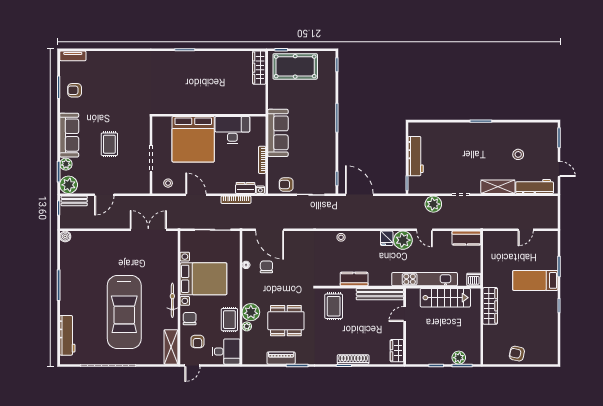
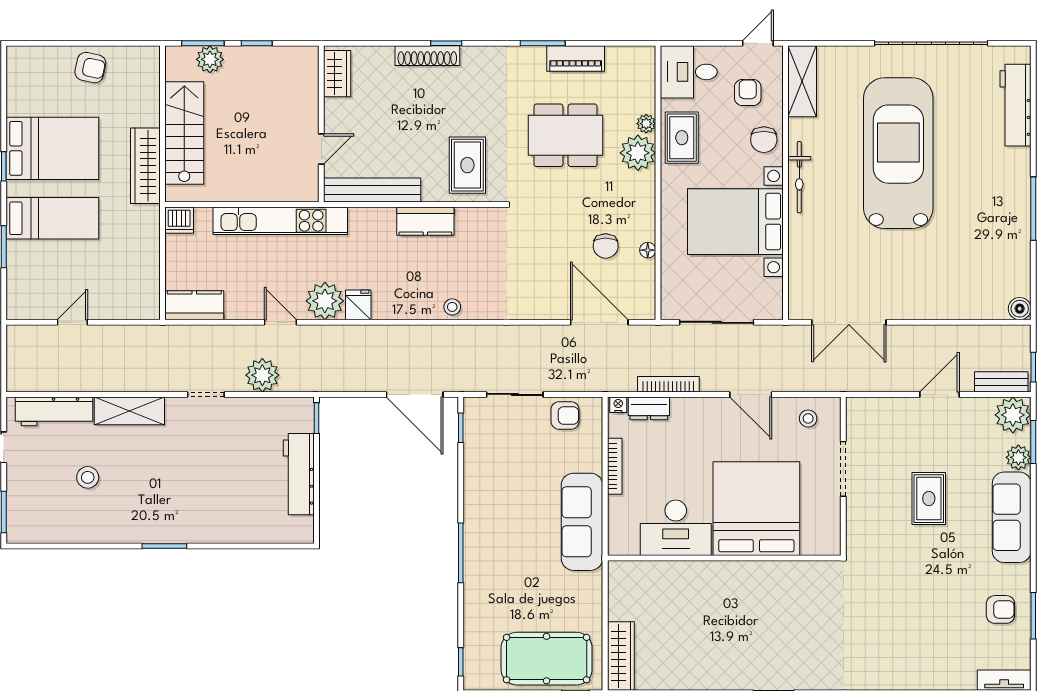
stairs: (445, 298) -> (184, 133), moved, turned 90
bed: (535, 314) -> (52, 148), added

